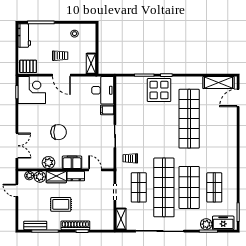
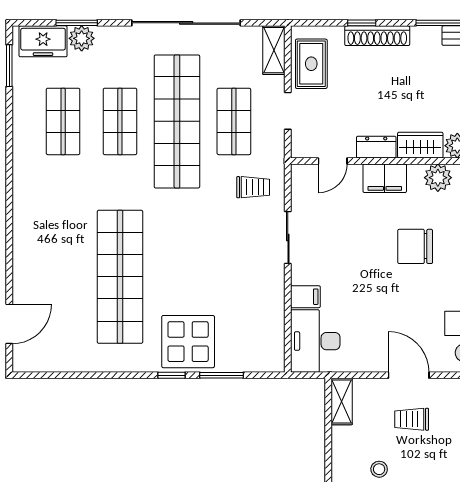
shelving: (219, 83) -> (54, 359), removed
door: (95, 170) -> (333, 161), hinge flipped
shop shelf: (189, 187) -> (120, 121), width x0.70, depth x0.74
rug: (61, 204) -> (311, 64), moved, turned 90

